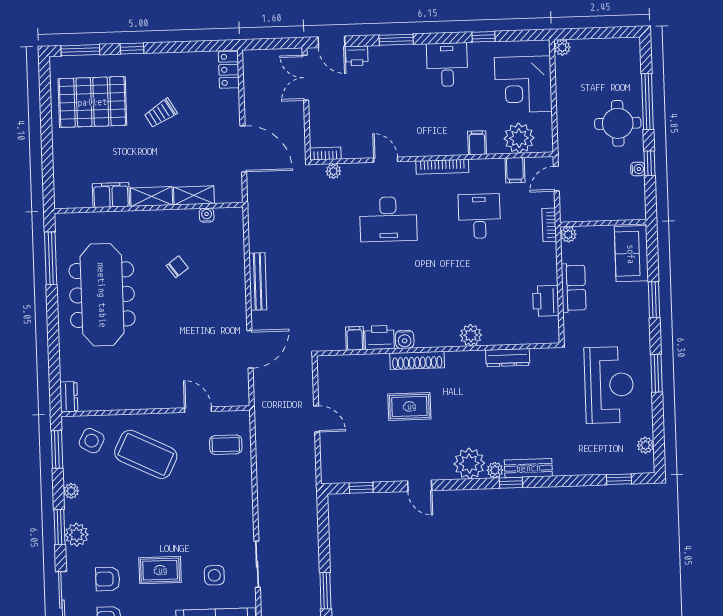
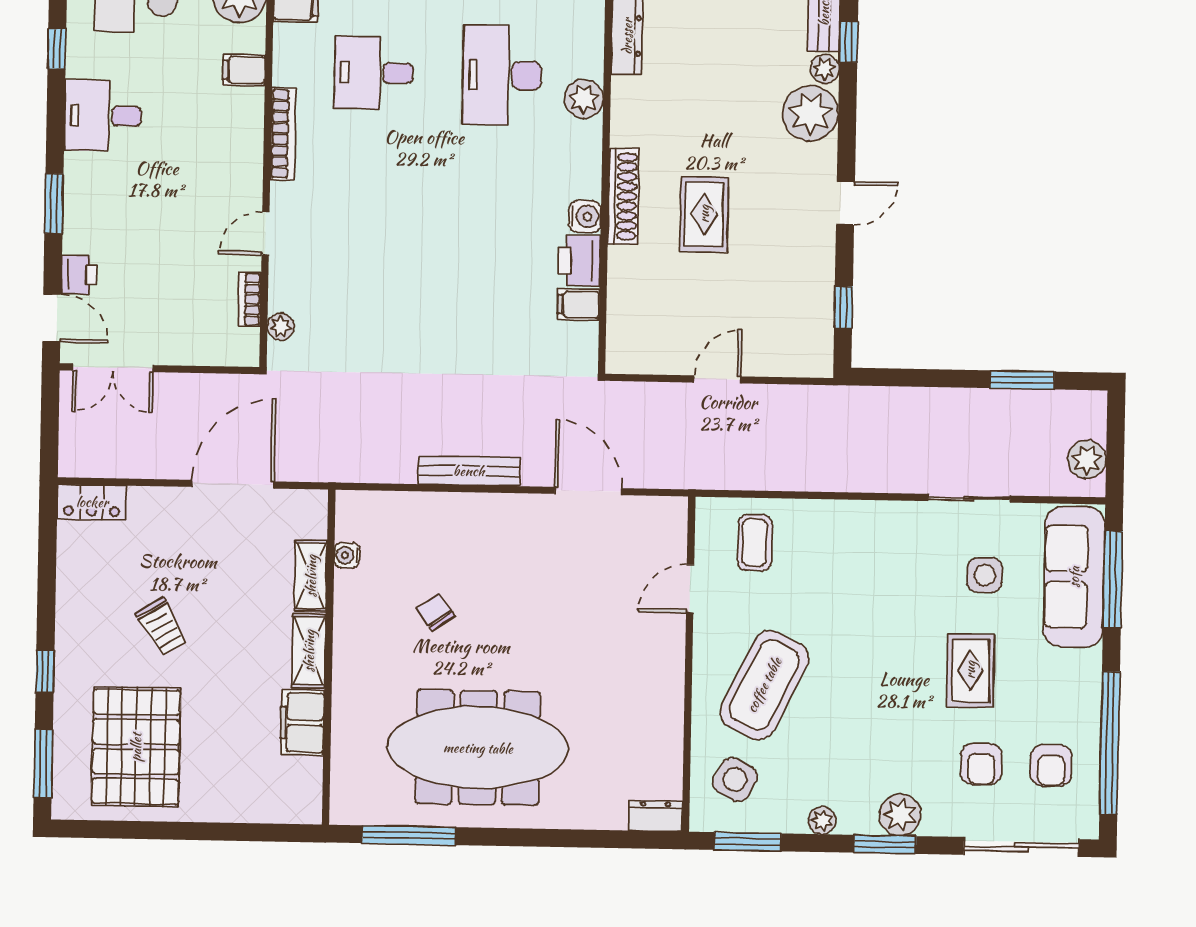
door: (332, 42) -> (52, 318), hinge flipped
bookcase: (325, 154) -> (250, 299), moved
desk: (388, 219) -> (502, 75), moved, turned 180

